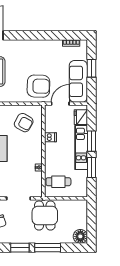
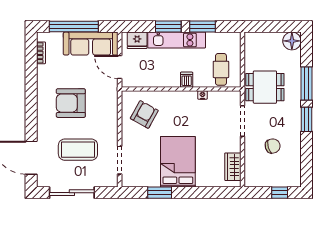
window: (91, 68) -> (74, 26), width x2.11
armchair: (38, 86) -> (71, 103), moved, turned -92
dishwasher: (51, 137) -> (187, 80), moved

